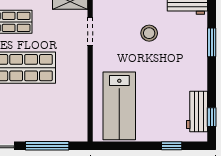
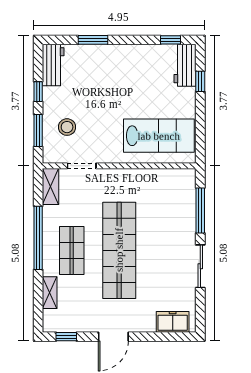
stool: (149, 33) -> (67, 127), moved
workbench: (197, 112) -> (185, 65), moved, turned 90

